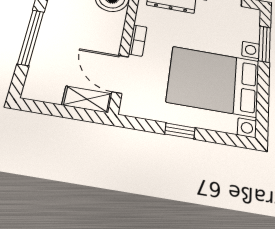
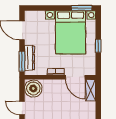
window: (265, 44) -> (82, 8), moved
door: (120, 74) -> (75, 77), hinge flipped

